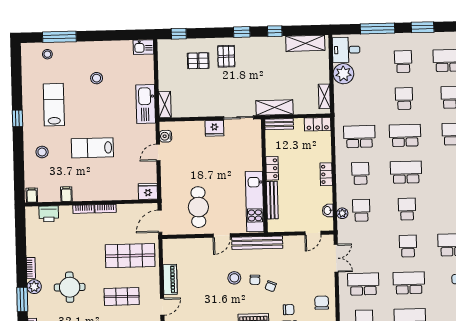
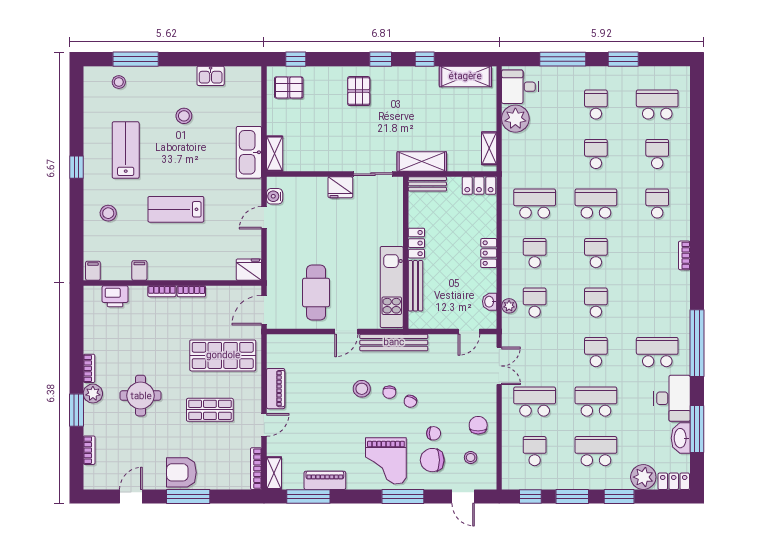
kitchen sink: (143, 47) -> (211, 76), moved
pallet: (198, 61) -> (289, 88), moved
school desk: (406, 172) -> (596, 253), width x0.54

